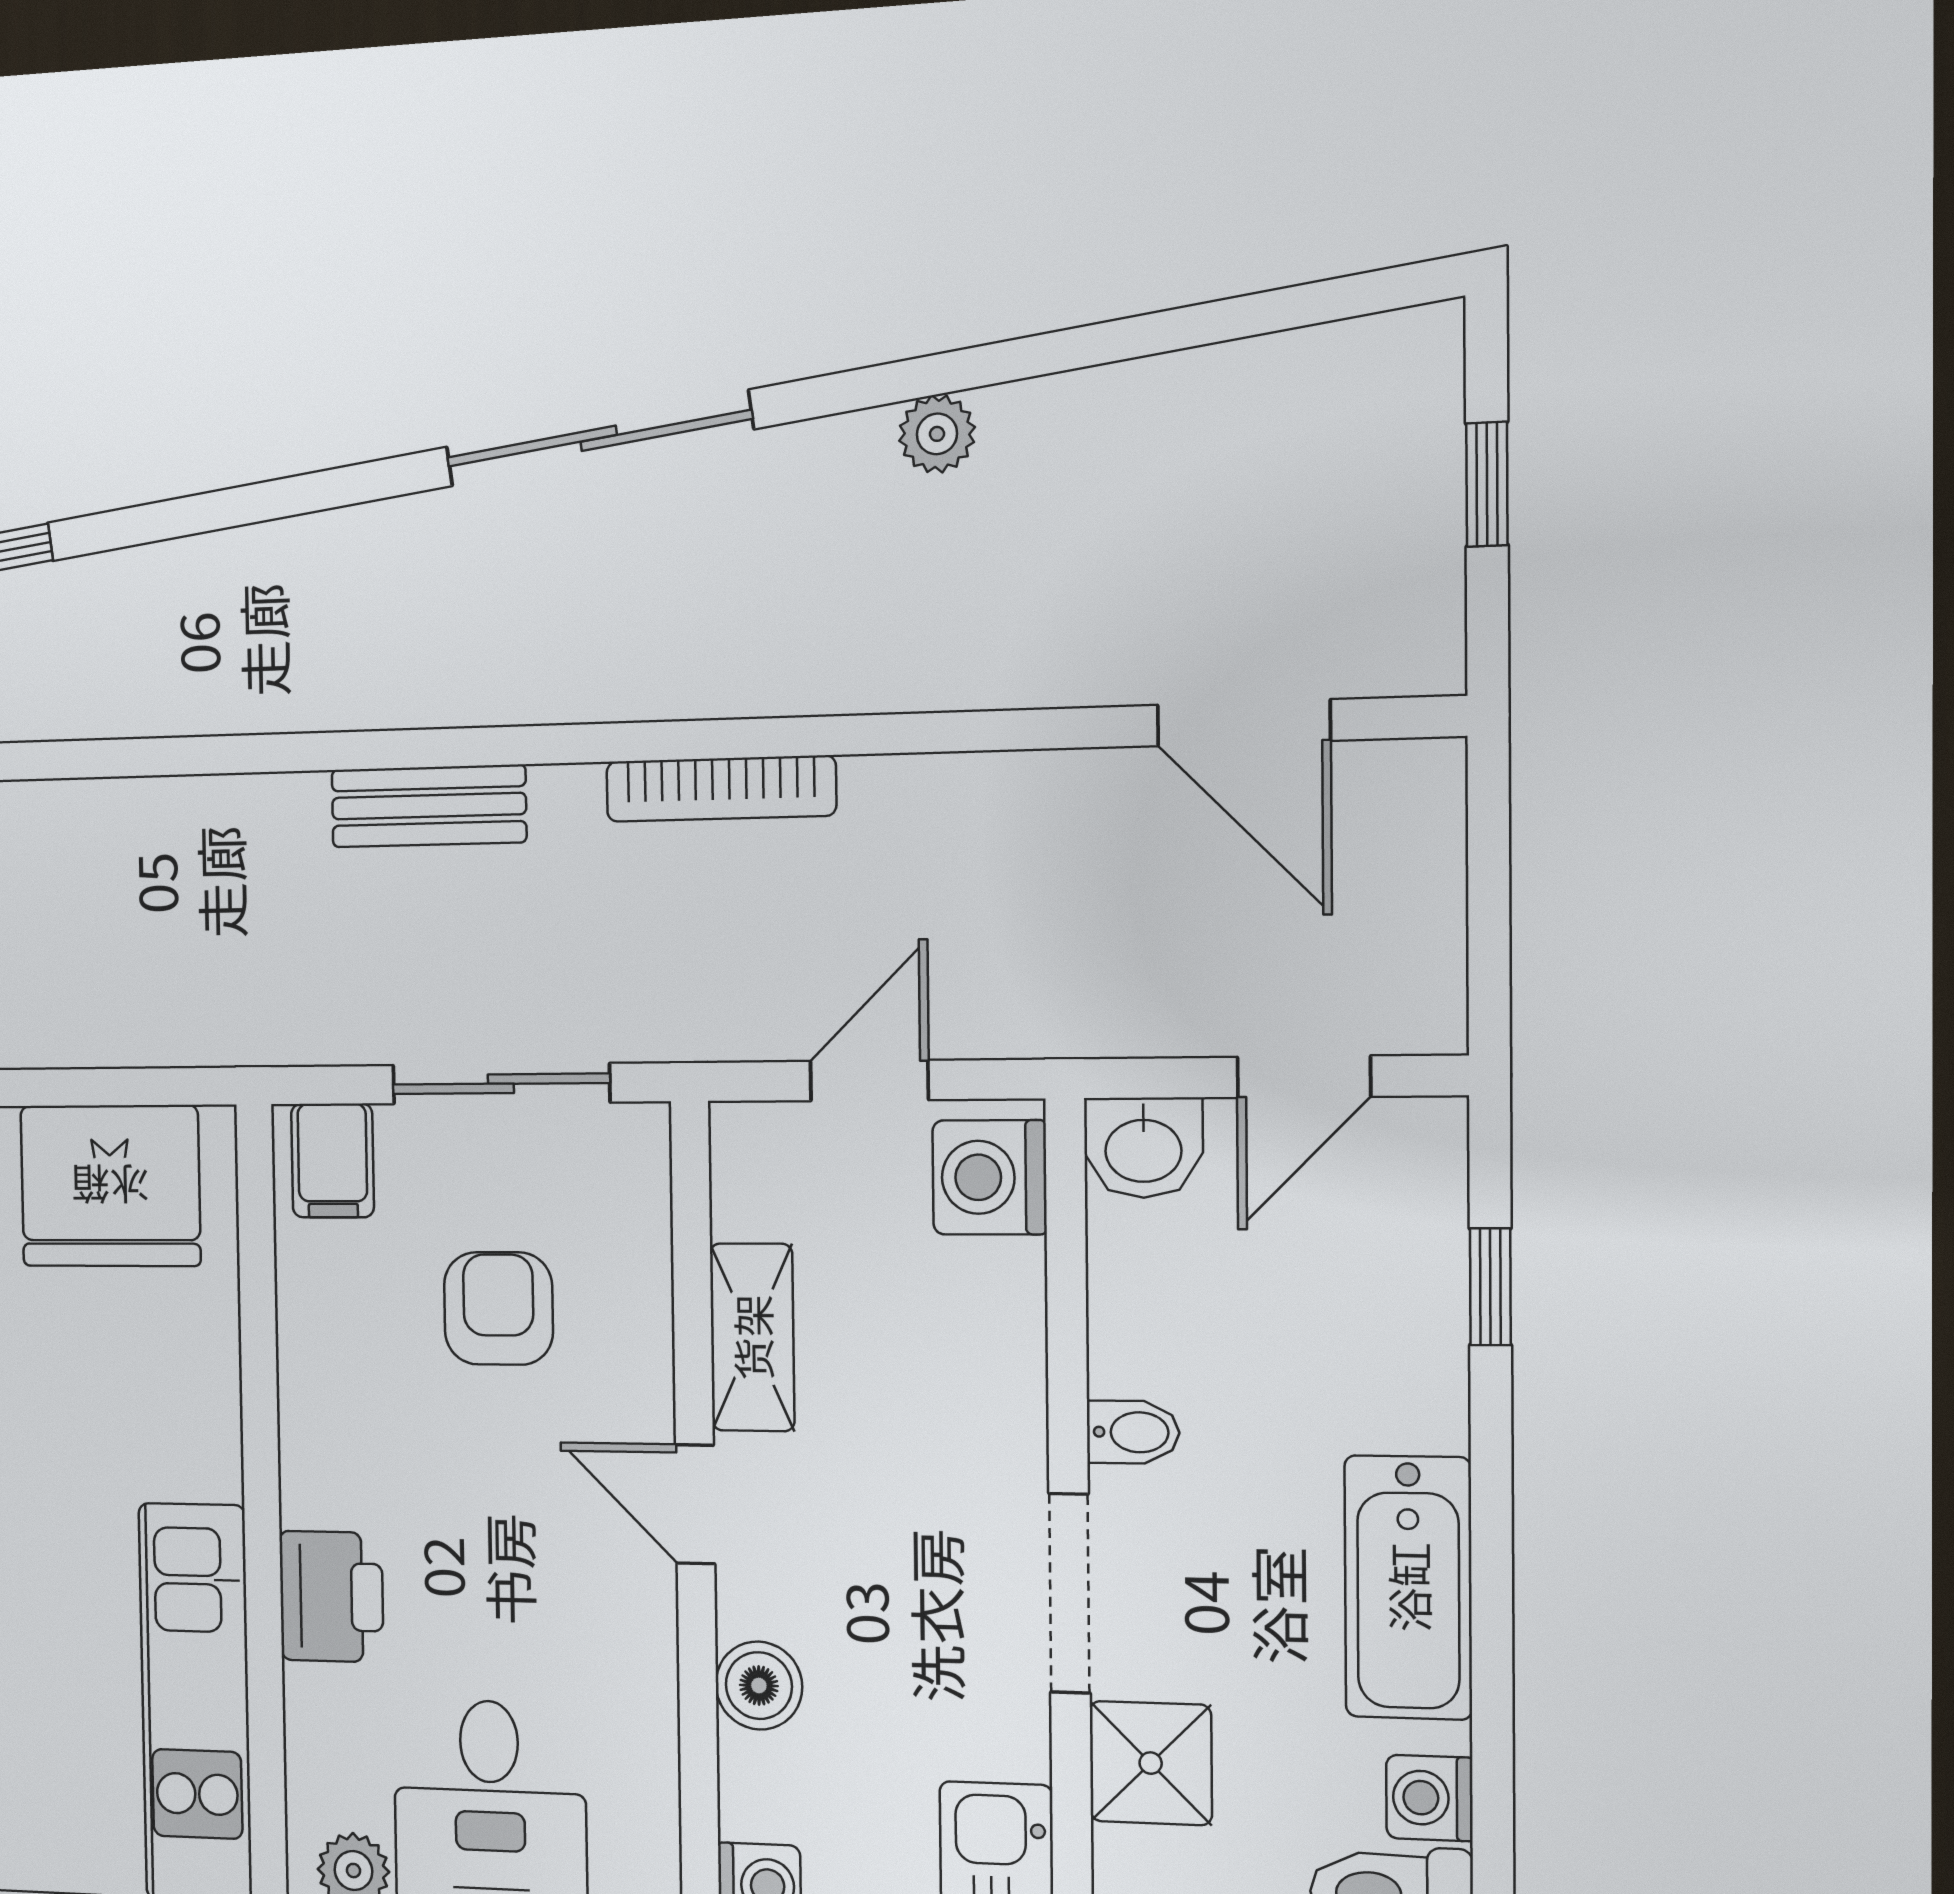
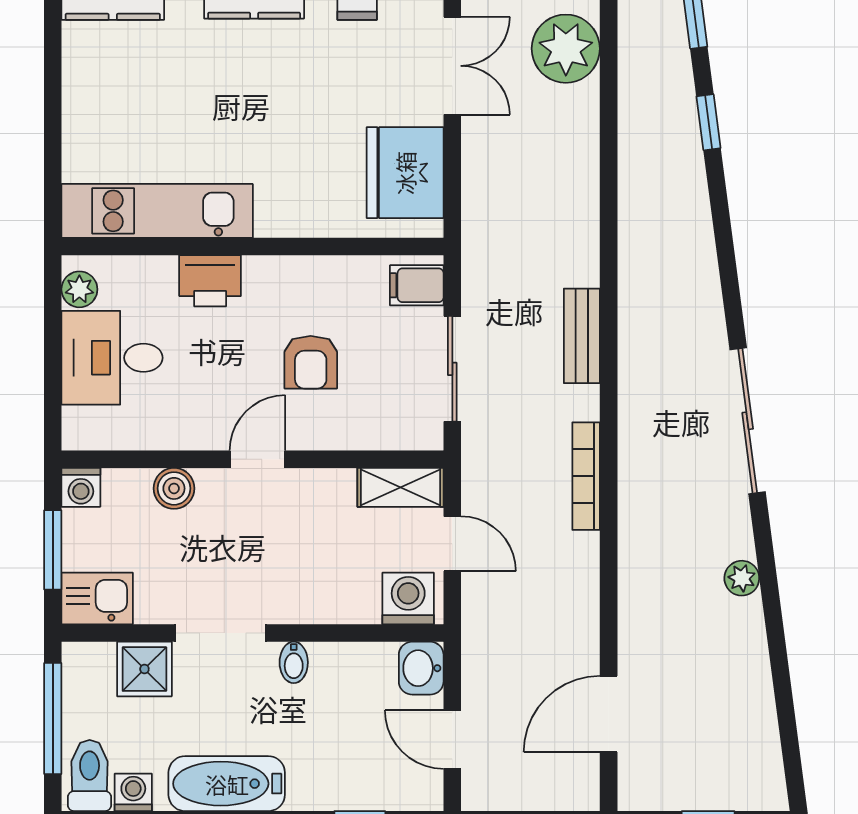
armchair: (498, 1308) -> (311, 362), moved, turned 90
shelving: (752, 1337) -> (400, 487), moved

